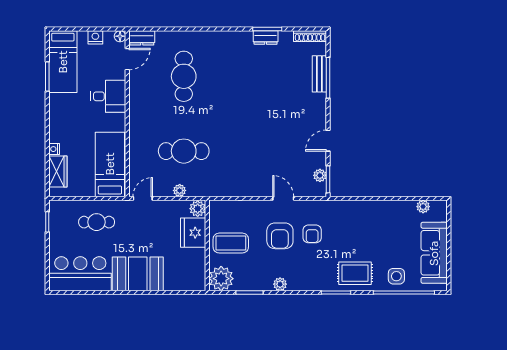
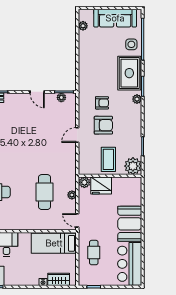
door: (283, 198) -> (77, 135), moved
rug: (355, 273) -> (129, 73), width x1.36, depth x1.43
plant: (280, 284) -> (137, 99), moved

